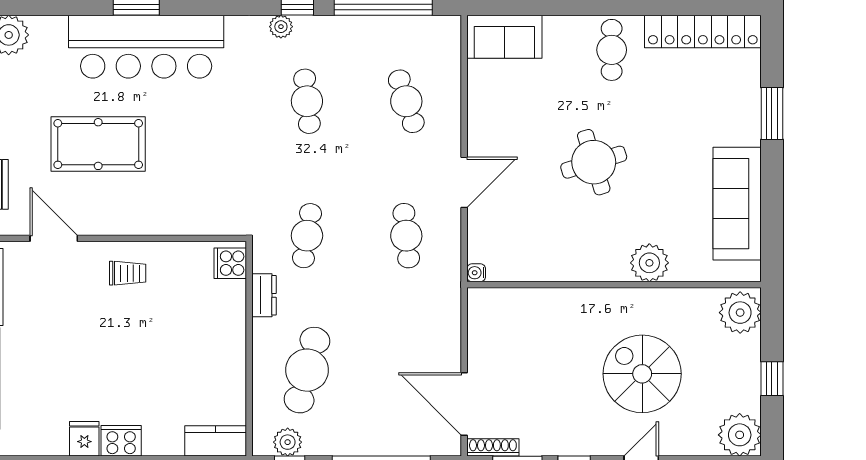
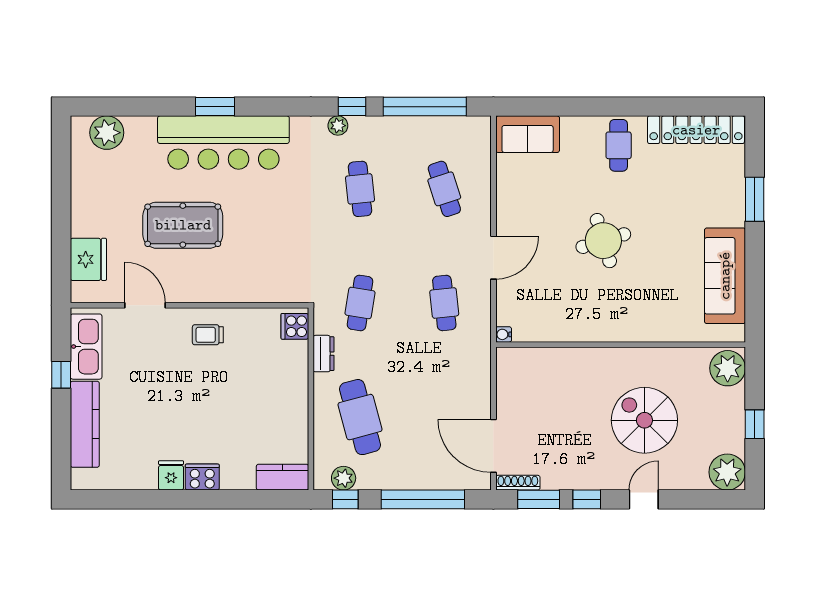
plant: (649, 263) -> (651, 326), removed
trolley: (128, 273) -> (208, 335), turned 180
cafe table: (307, 370) -> (360, 417), turned -30

